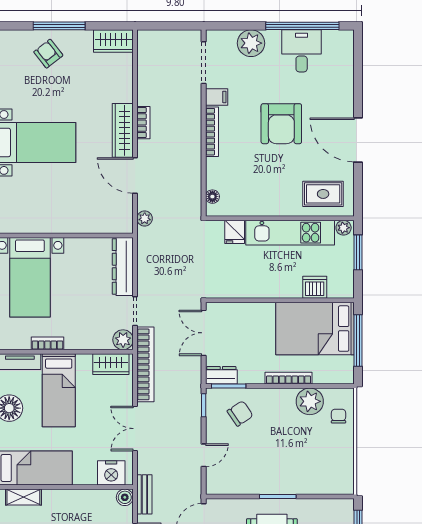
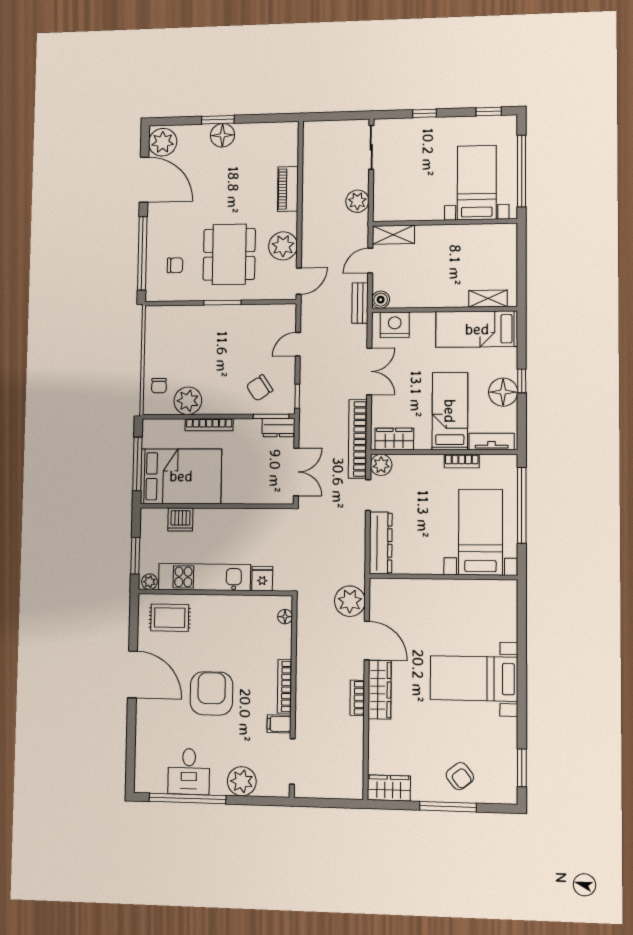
plant: (145, 218) -> (350, 601), width x1.88, depth x1.88

